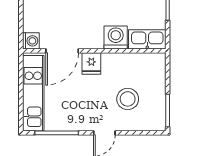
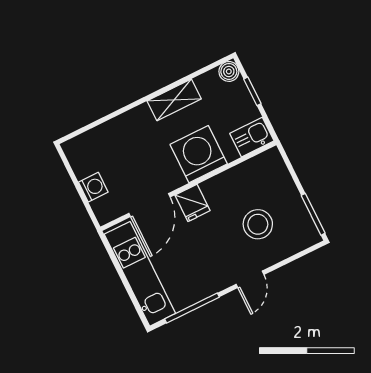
washing machine: (116, 38) -> (199, 154), width x1.37, depth x1.37
kitchen sink: (147, 39) -> (252, 137), width x0.73
washing machine: (31, 41) -> (93, 187), moved

